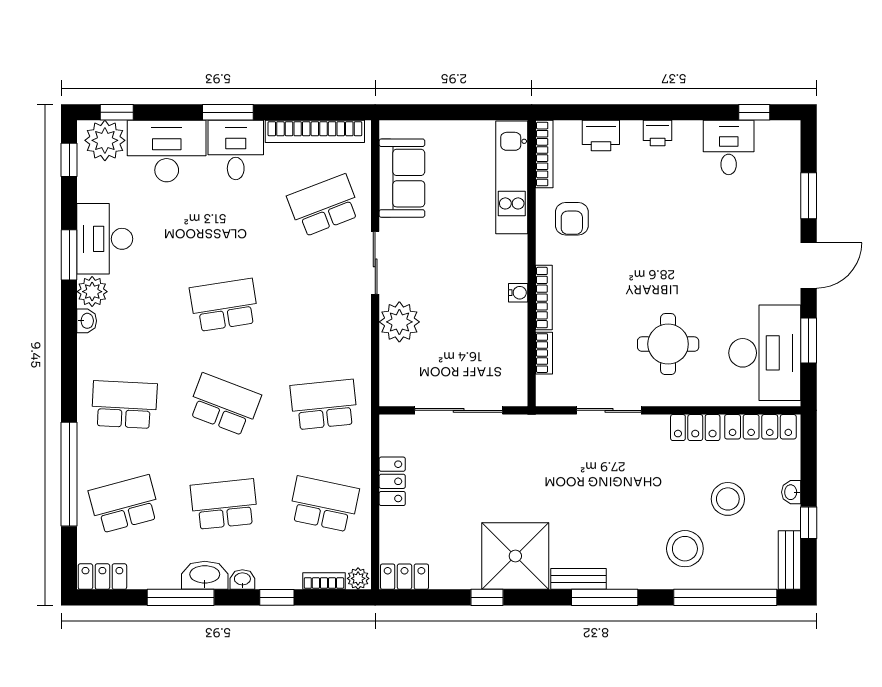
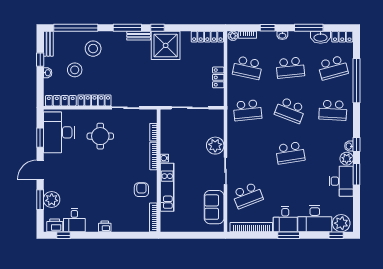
printer: (601, 135) -> (55, 225), moved
window: (69, 160) -> (357, 144), moved
kitchen unit: (512, 177) -> (167, 187), moved
plant: (782, 196) -> (52, 200), added
locker: (695, 428) -> (94, 100), width x1.53
washbasin: (205, 575) -> (321, 37), moved
locker: (404, 577) -> (207, 37), width x1.53
window: (487, 597) -> (157, 28), moved

